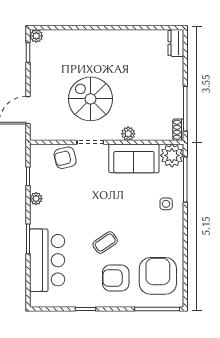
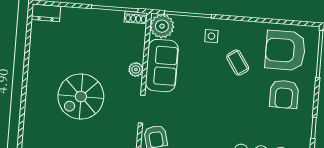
spiral stairs: (90, 99) -> (81, 96), moved
coffee table: (105, 243) -> (238, 63), moved

